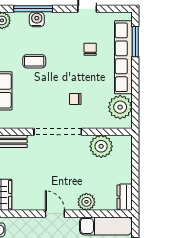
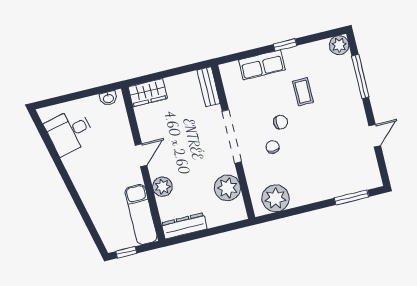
water cooler: (37, 19) -> (350, 83), removed
chair: (90, 49) -> (281, 122), moved
row of seats: (123, 57) -> (331, 189), removed
dresser: (125, 197) -> (184, 226), width x1.44

